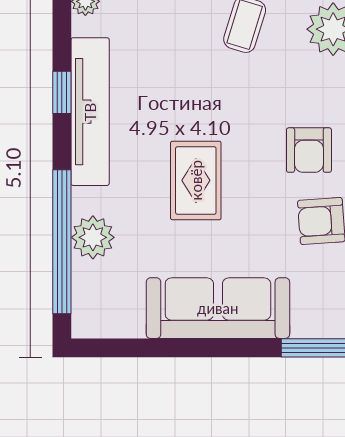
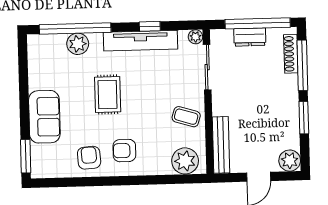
rug: (196, 180) -> (108, 94), turned 90
sofa: (218, 308) -> (44, 117), width x0.73

